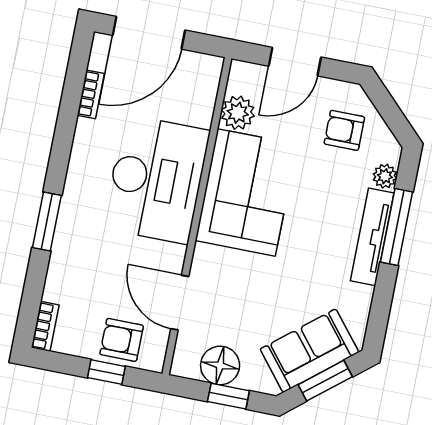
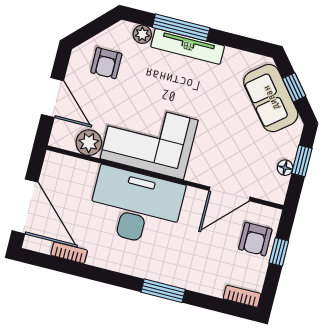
floor lamp: (220, 365) -> (285, 168), width x0.53, depth x0.53
window: (325, 381) -> (294, 87), width x0.67

